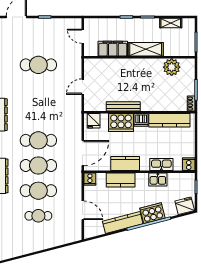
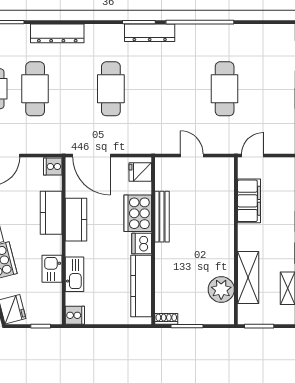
door: (83, 36) -> (252, 155), moved
shelving: (146, 49) -> (248, 278), moved
cafe table: (38, 165) -> (73, 89), removed

